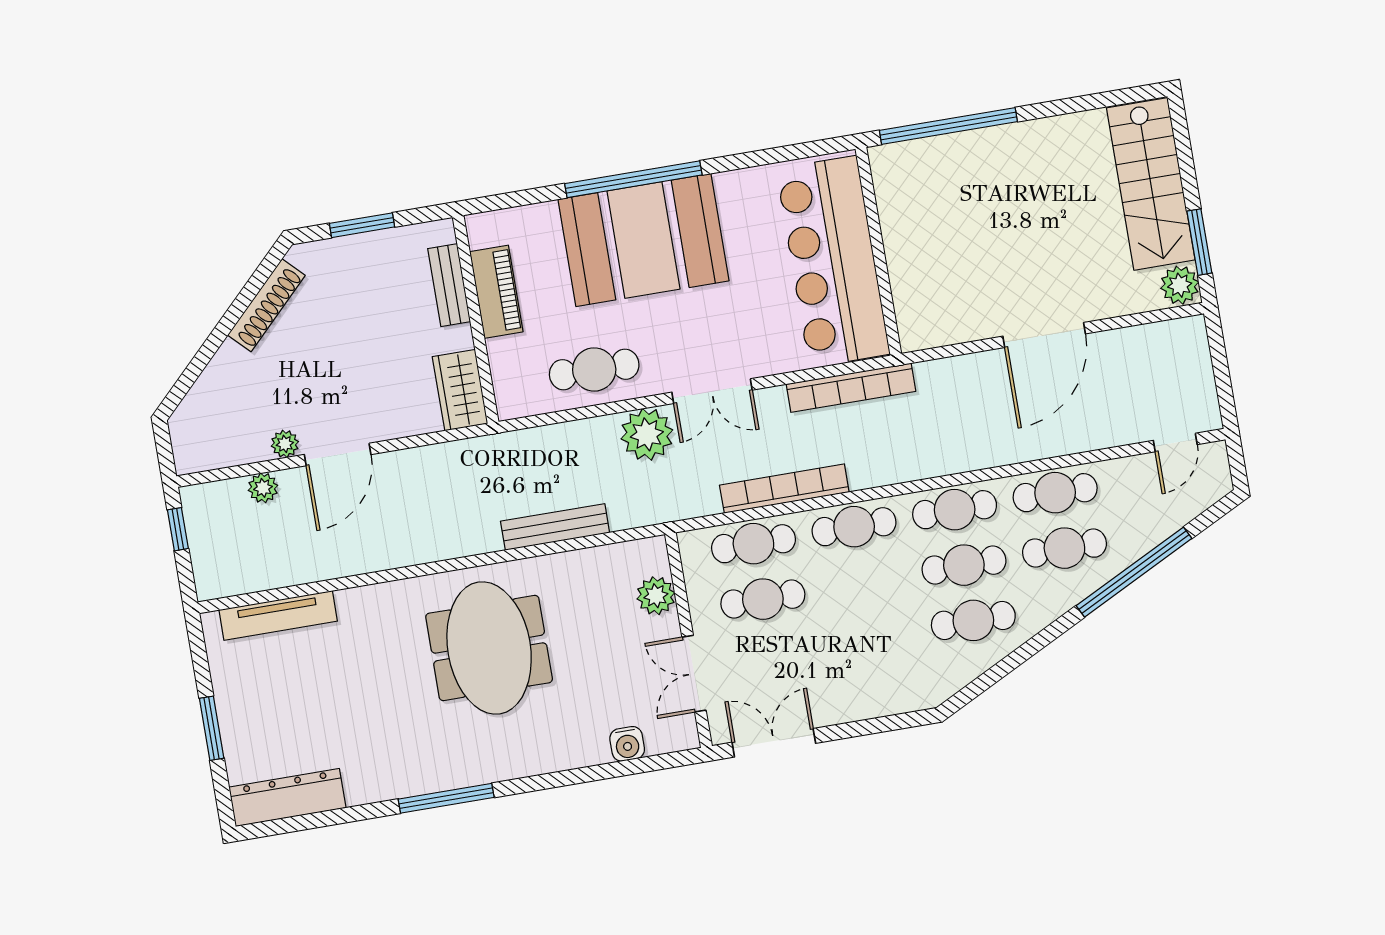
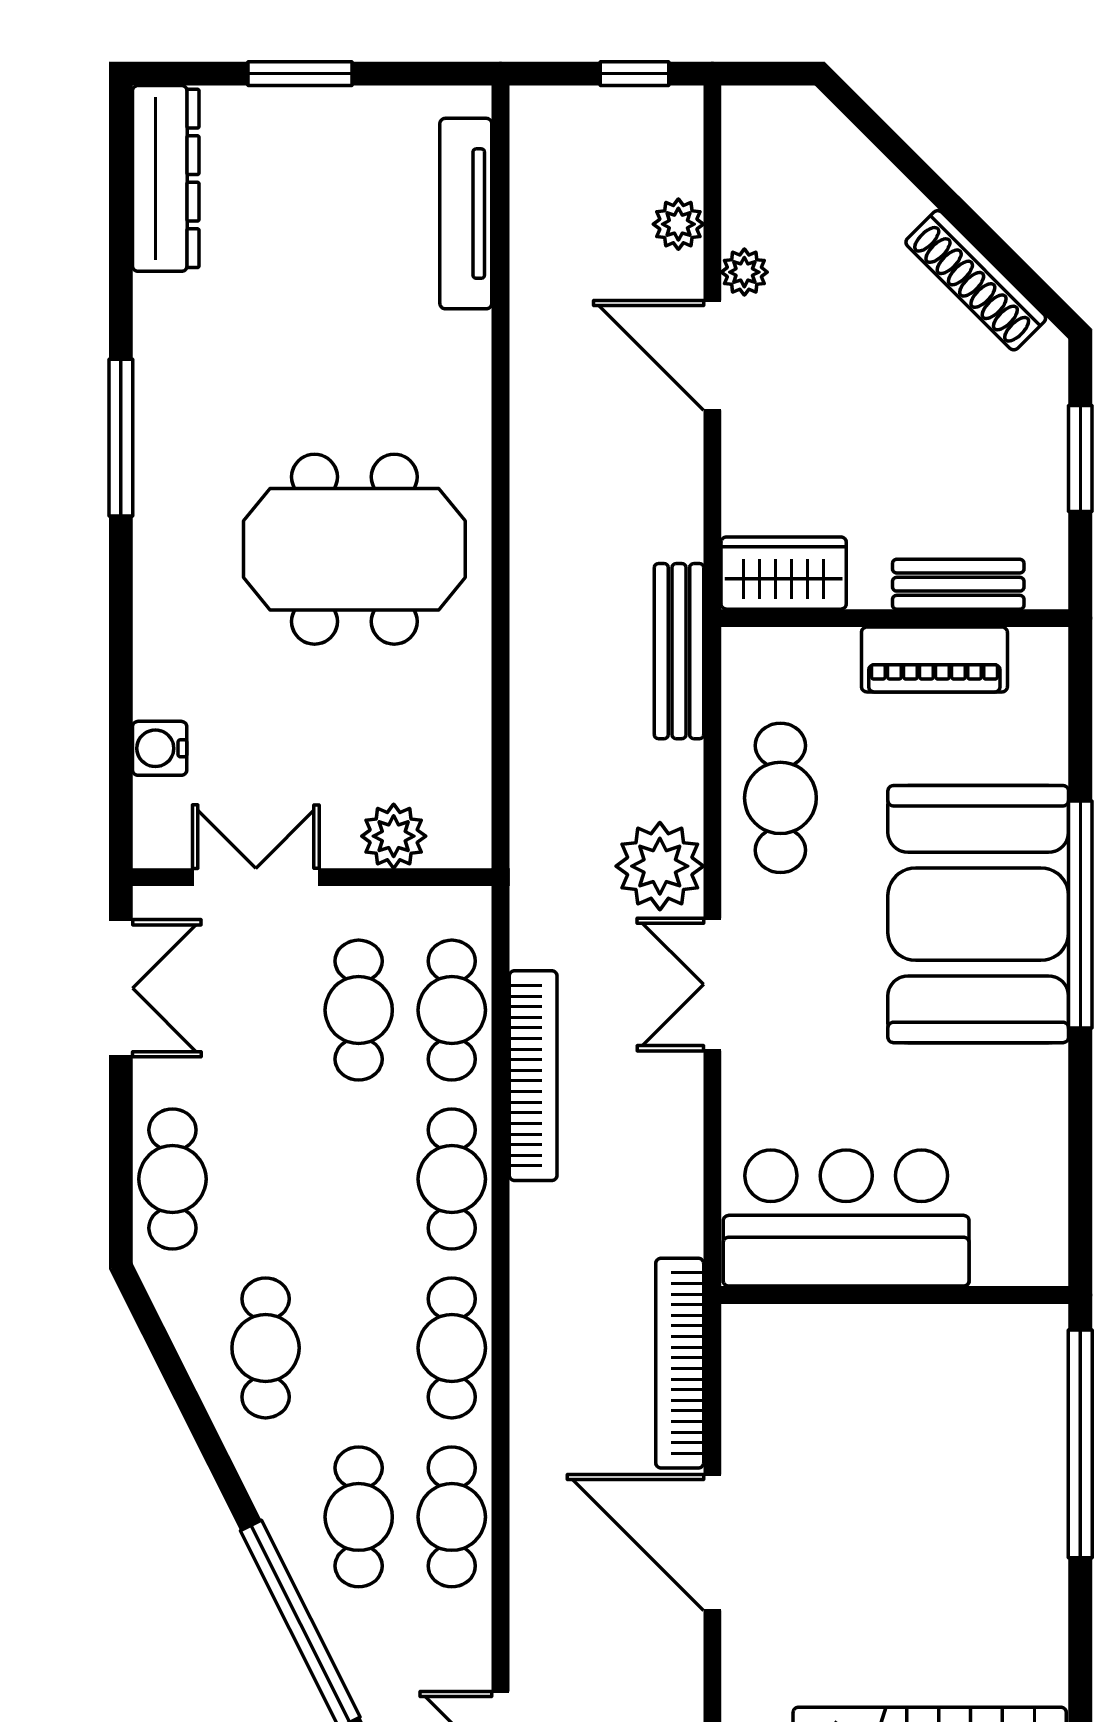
bar counter: (833, 261) -> (846, 1218), width x0.73
bookcase: (851, 388) -> (680, 1363), moved
bench: (555, 527) -> (679, 651), moved
cafe table: (964, 565) -> (172, 1179), moved

